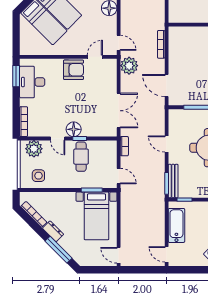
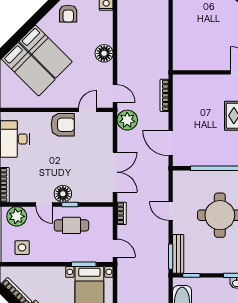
cafe table: (81, 157) -> (71, 225), turned 90

